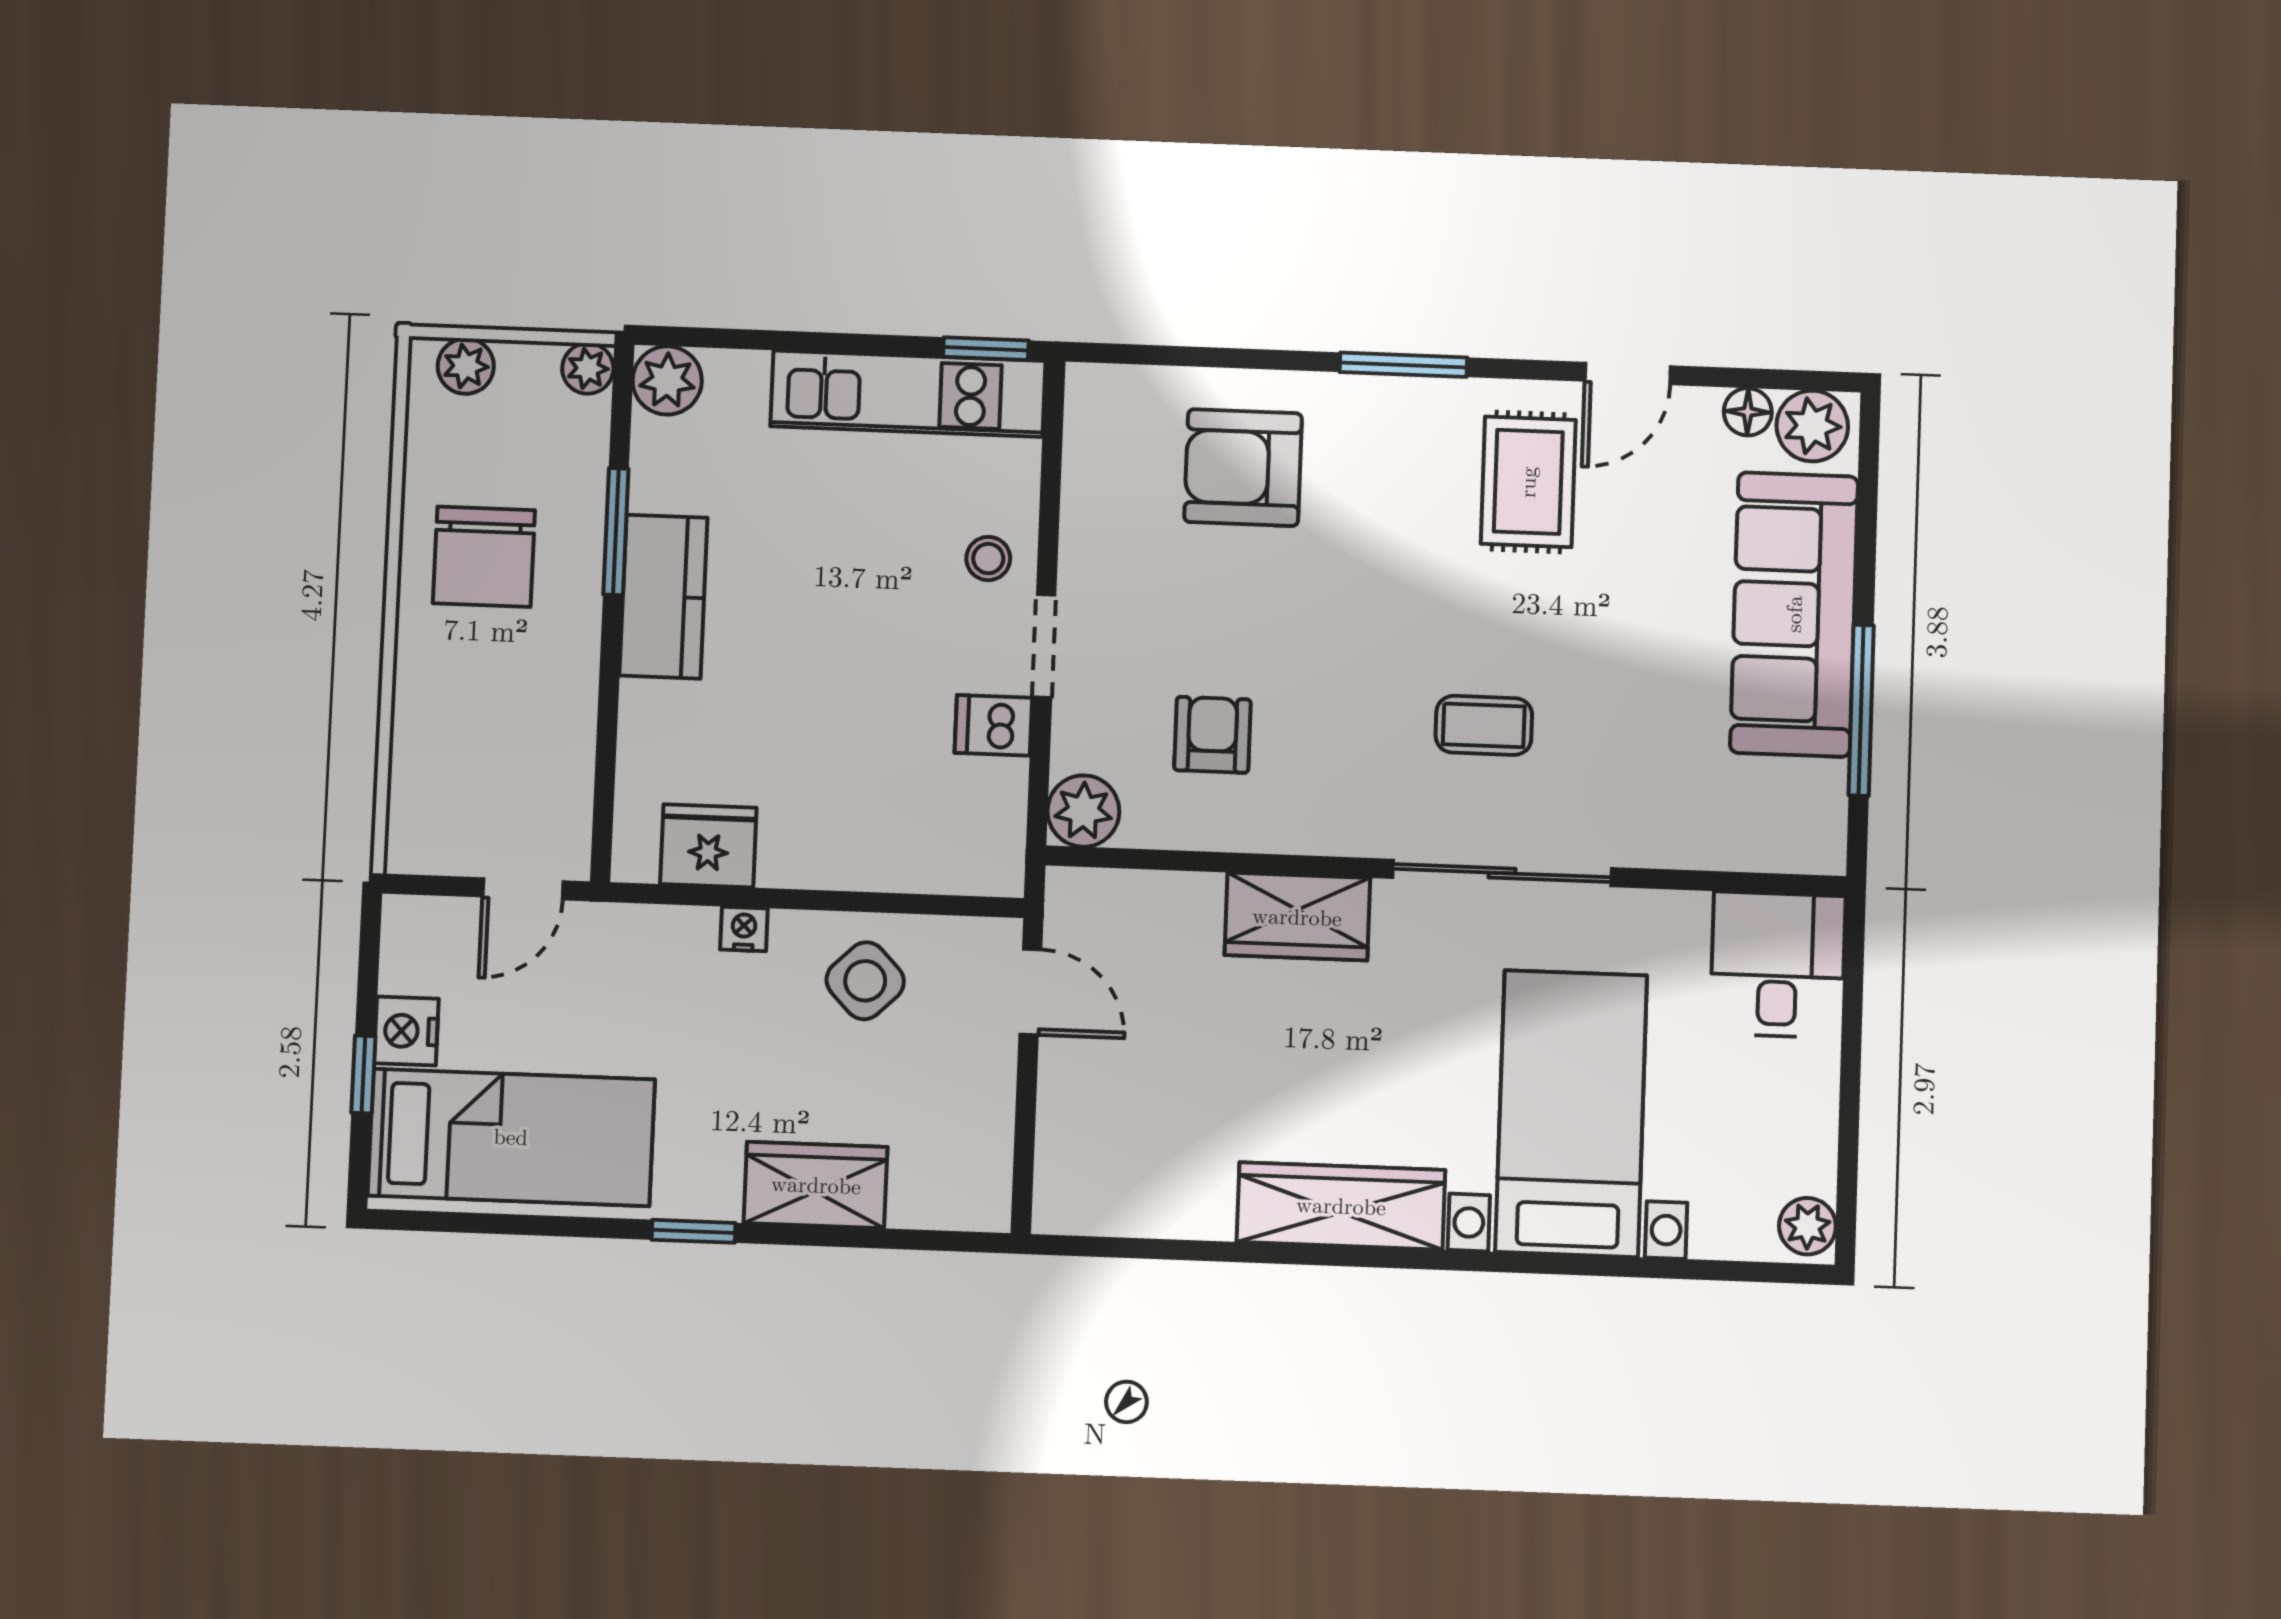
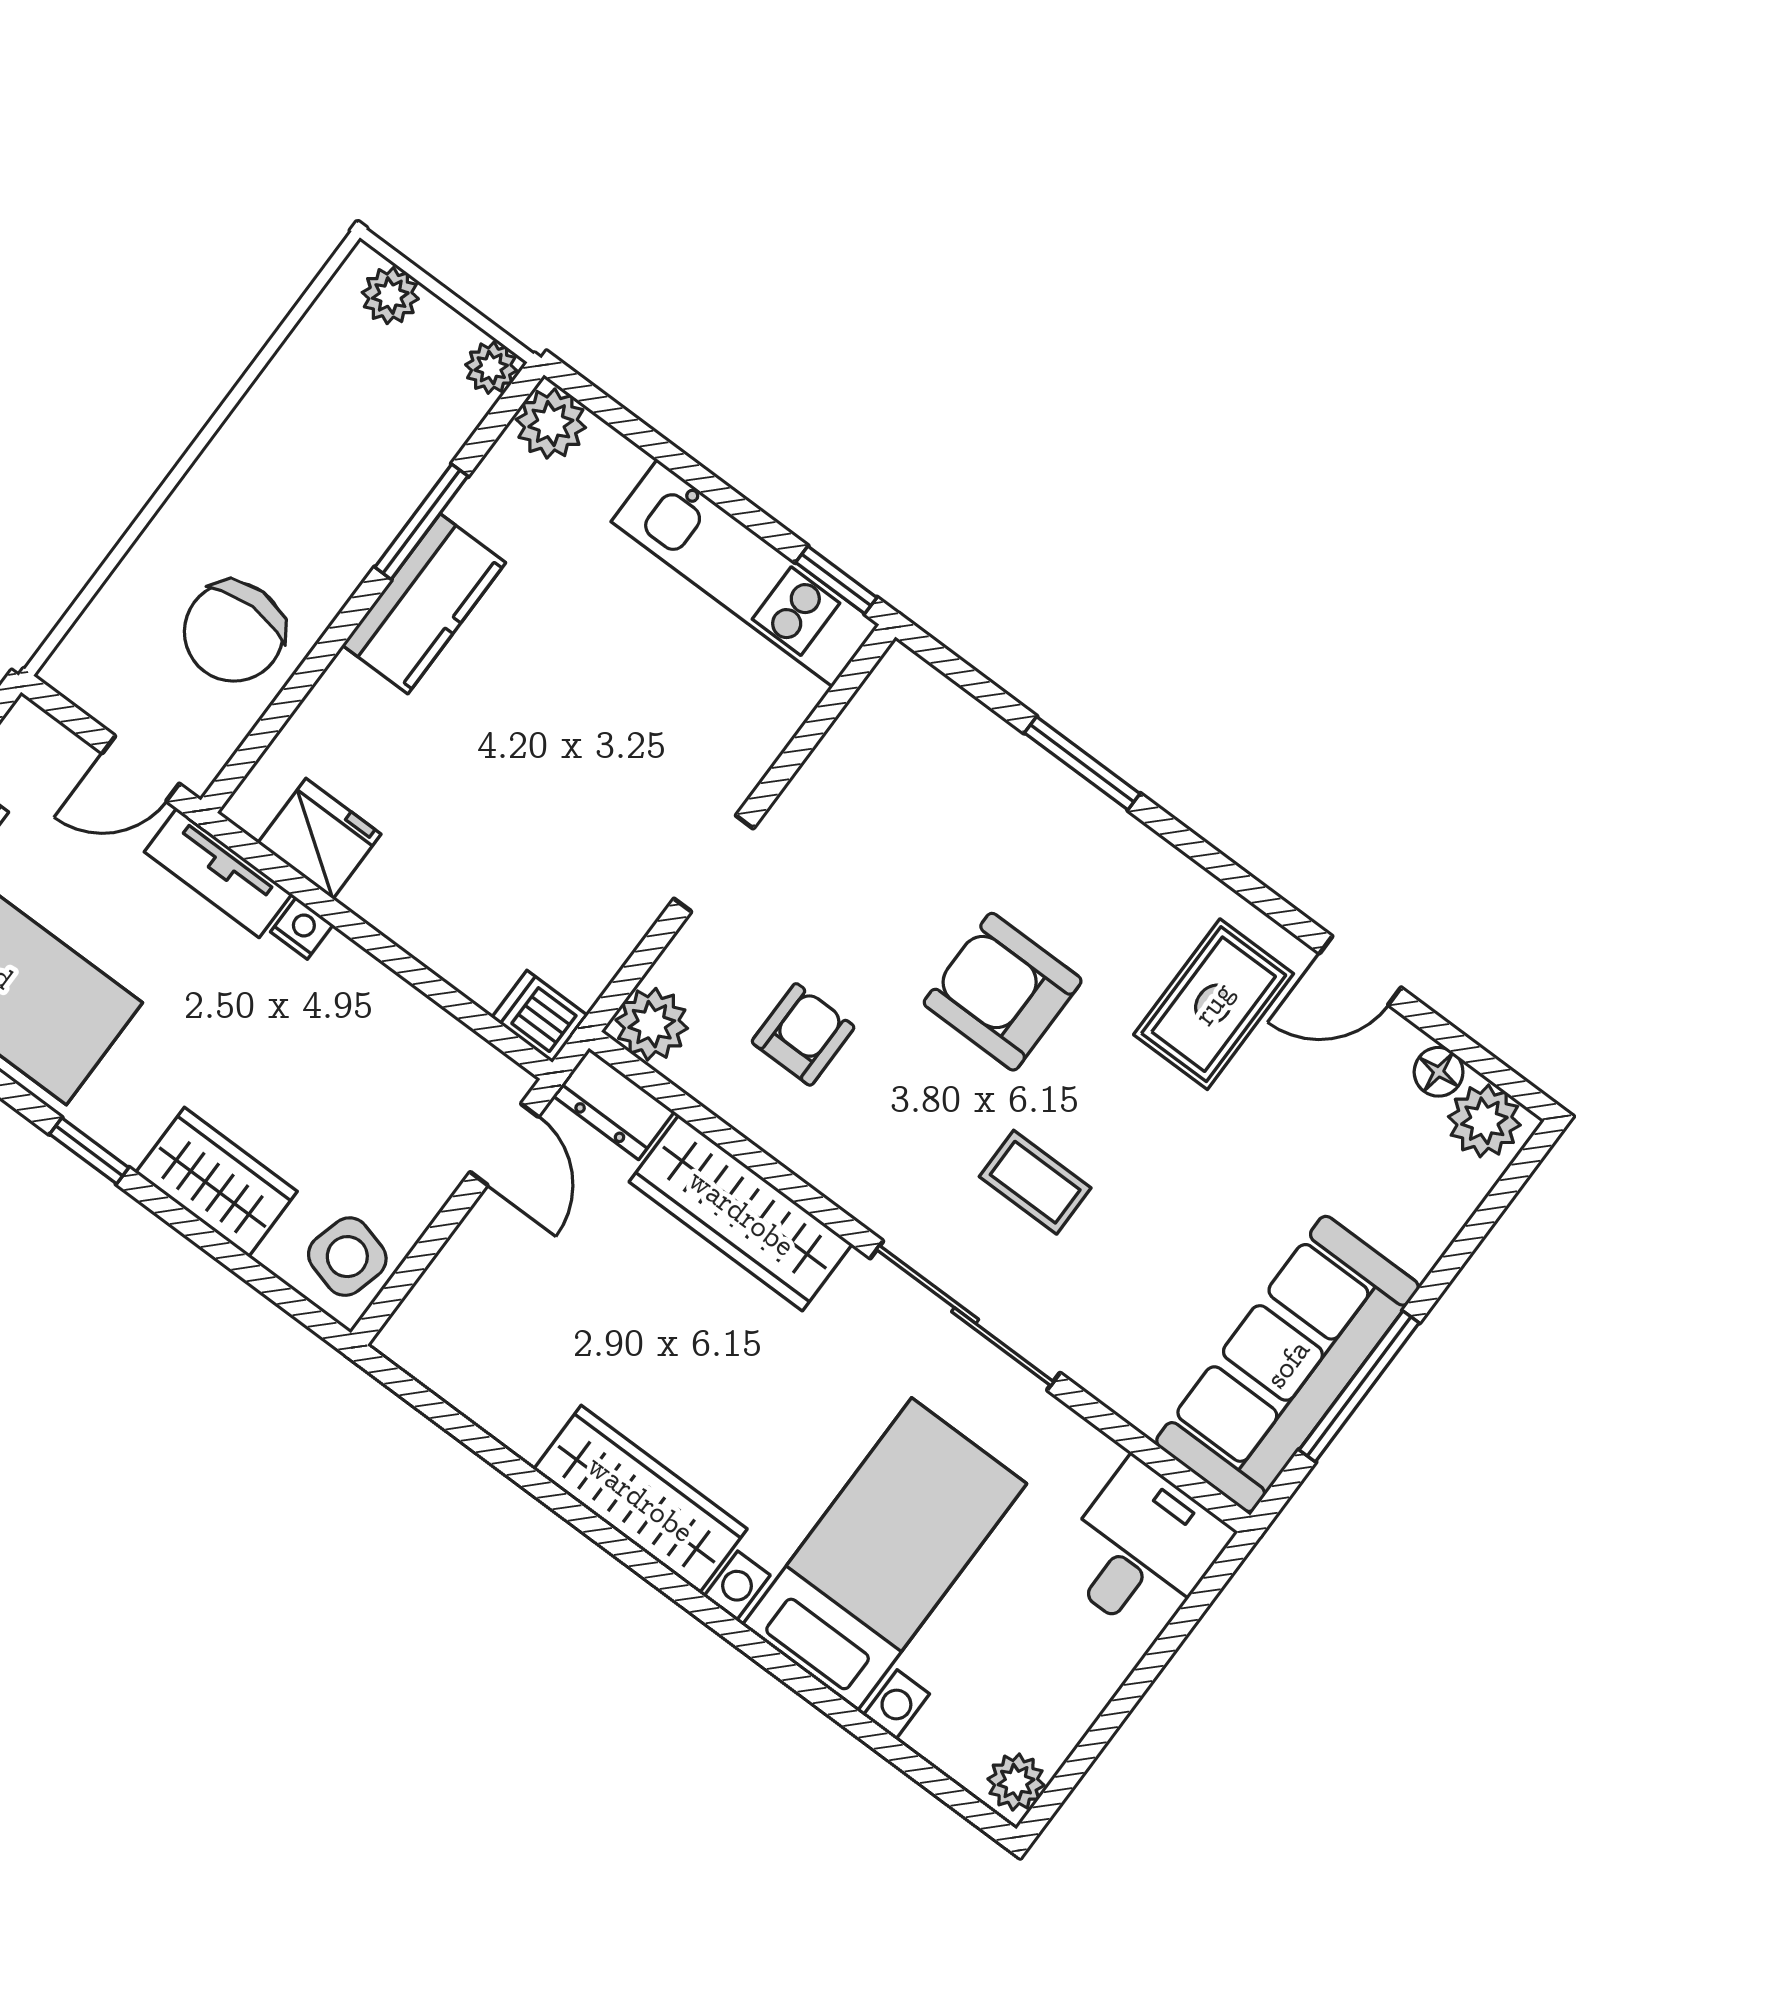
window: (1403, 365) -> (1082, 763), moved
armchair: (1243, 468) -> (1003, 992), moved
chair: (484, 557) -> (234, 632), moved
stool: (988, 559) -> (717, 758), removed
sofa: (1794, 614) -> (1288, 1364), moved
dishwasher: (993, 725) -> (540, 1016), moved
dresser: (1097, 897) -> (614, 1104), added
wardrobe: (1297, 917) -> (741, 1213), width x1.50
tv unit: (644, 931) -> (218, 873), added
side table: (865, 981) -> (347, 1257), moved, turned -31

